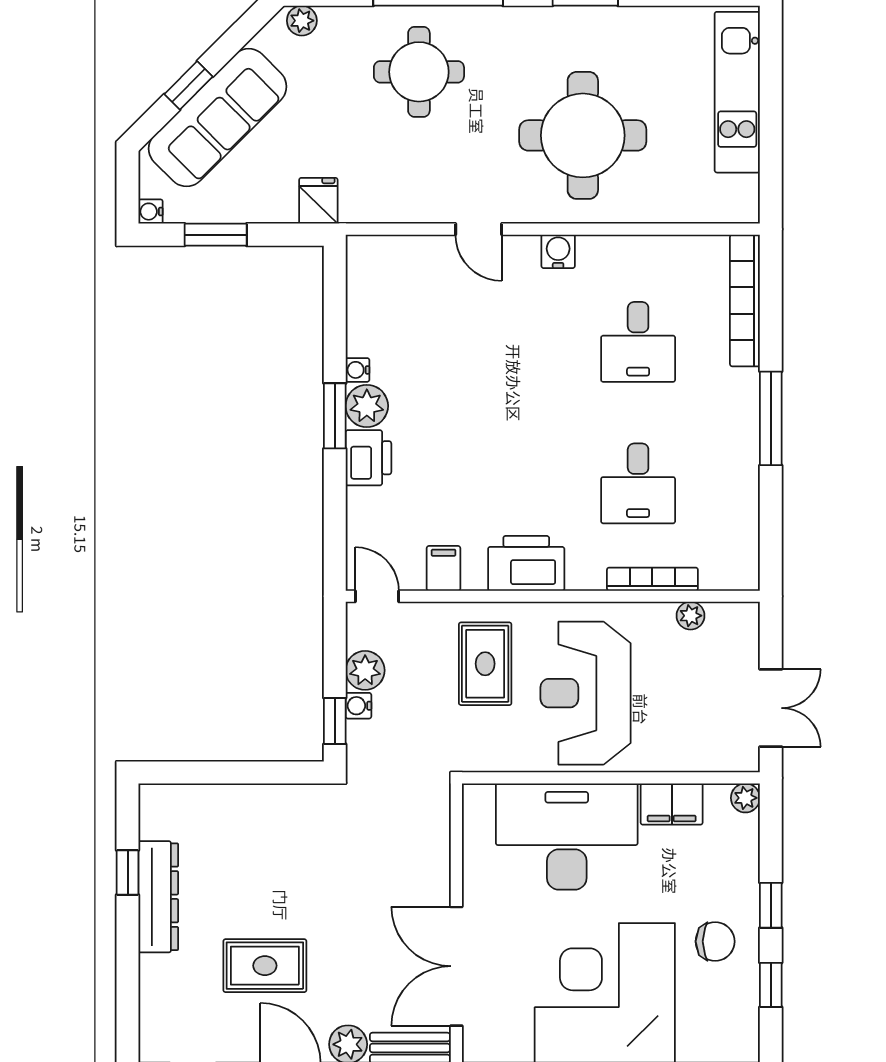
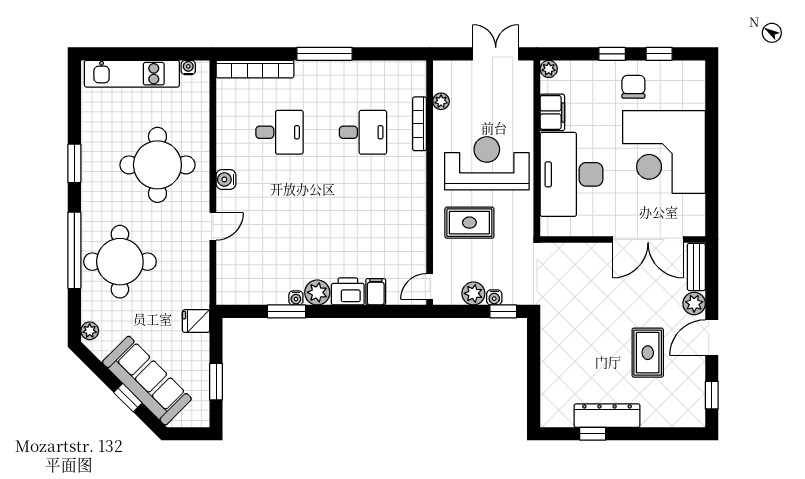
round table: (419, 72) -> (120, 262), width x1.36, depth x1.36
water cooler: (151, 212) -> (188, 68), moved, turned 180
window: (335, 416) -> (287, 311), moved
printer: (526, 563) -> (410, 198), removed
filing cabinet: (444, 568) -> (376, 292), moved, turned 90
reception desk: (585, 693) -> (487, 163), turned 180

